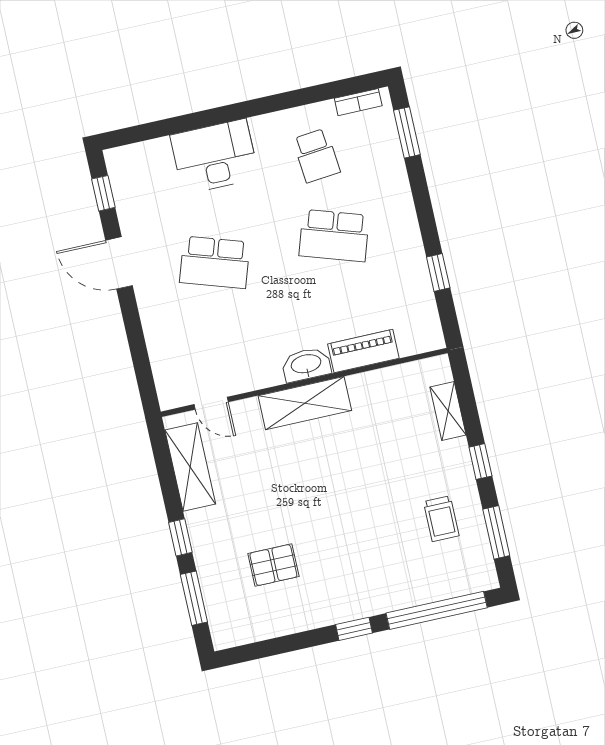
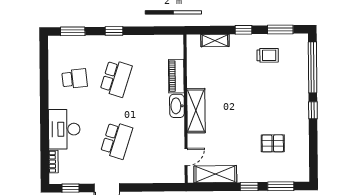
bookcase: (358, 102) -> (53, 162), moved
window: (438, 272) -> (114, 31), moved
pallet: (273, 565) -> (273, 143), turned 90

